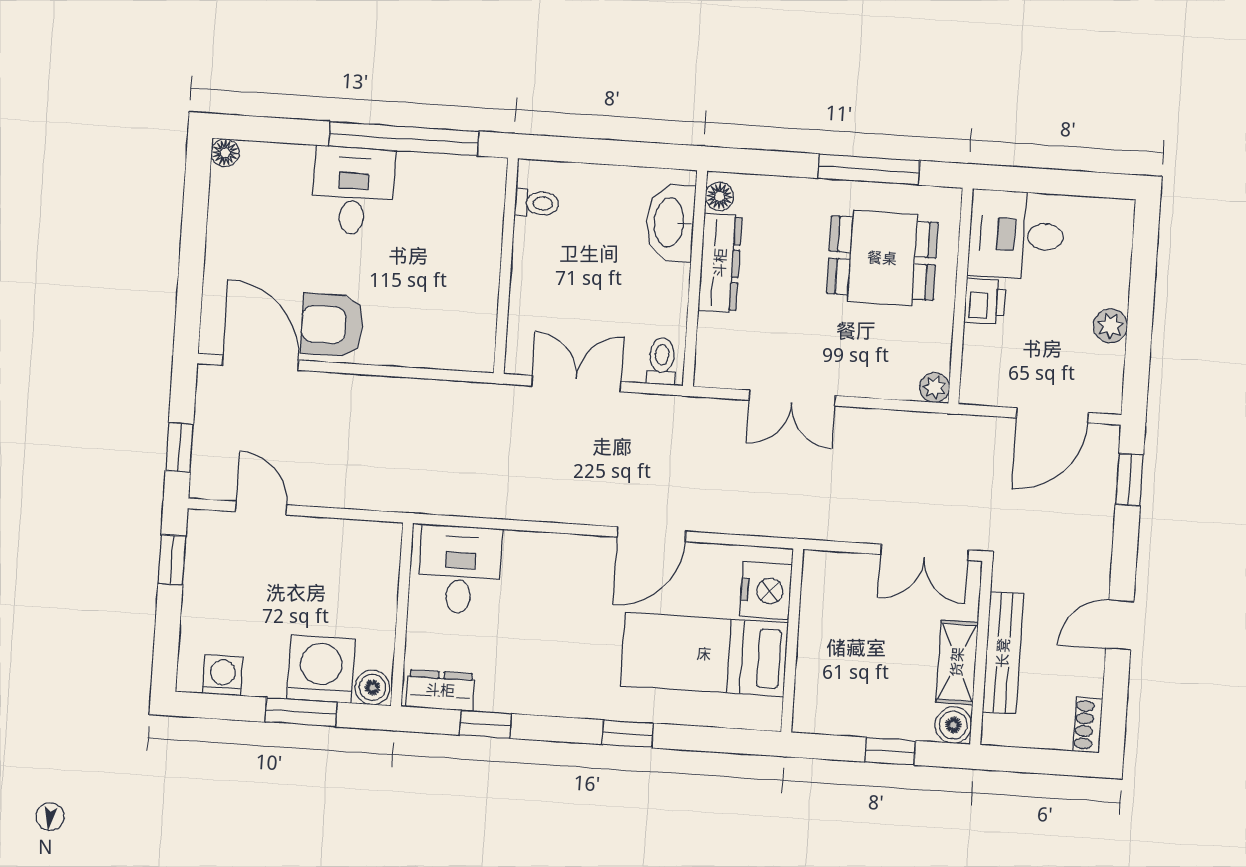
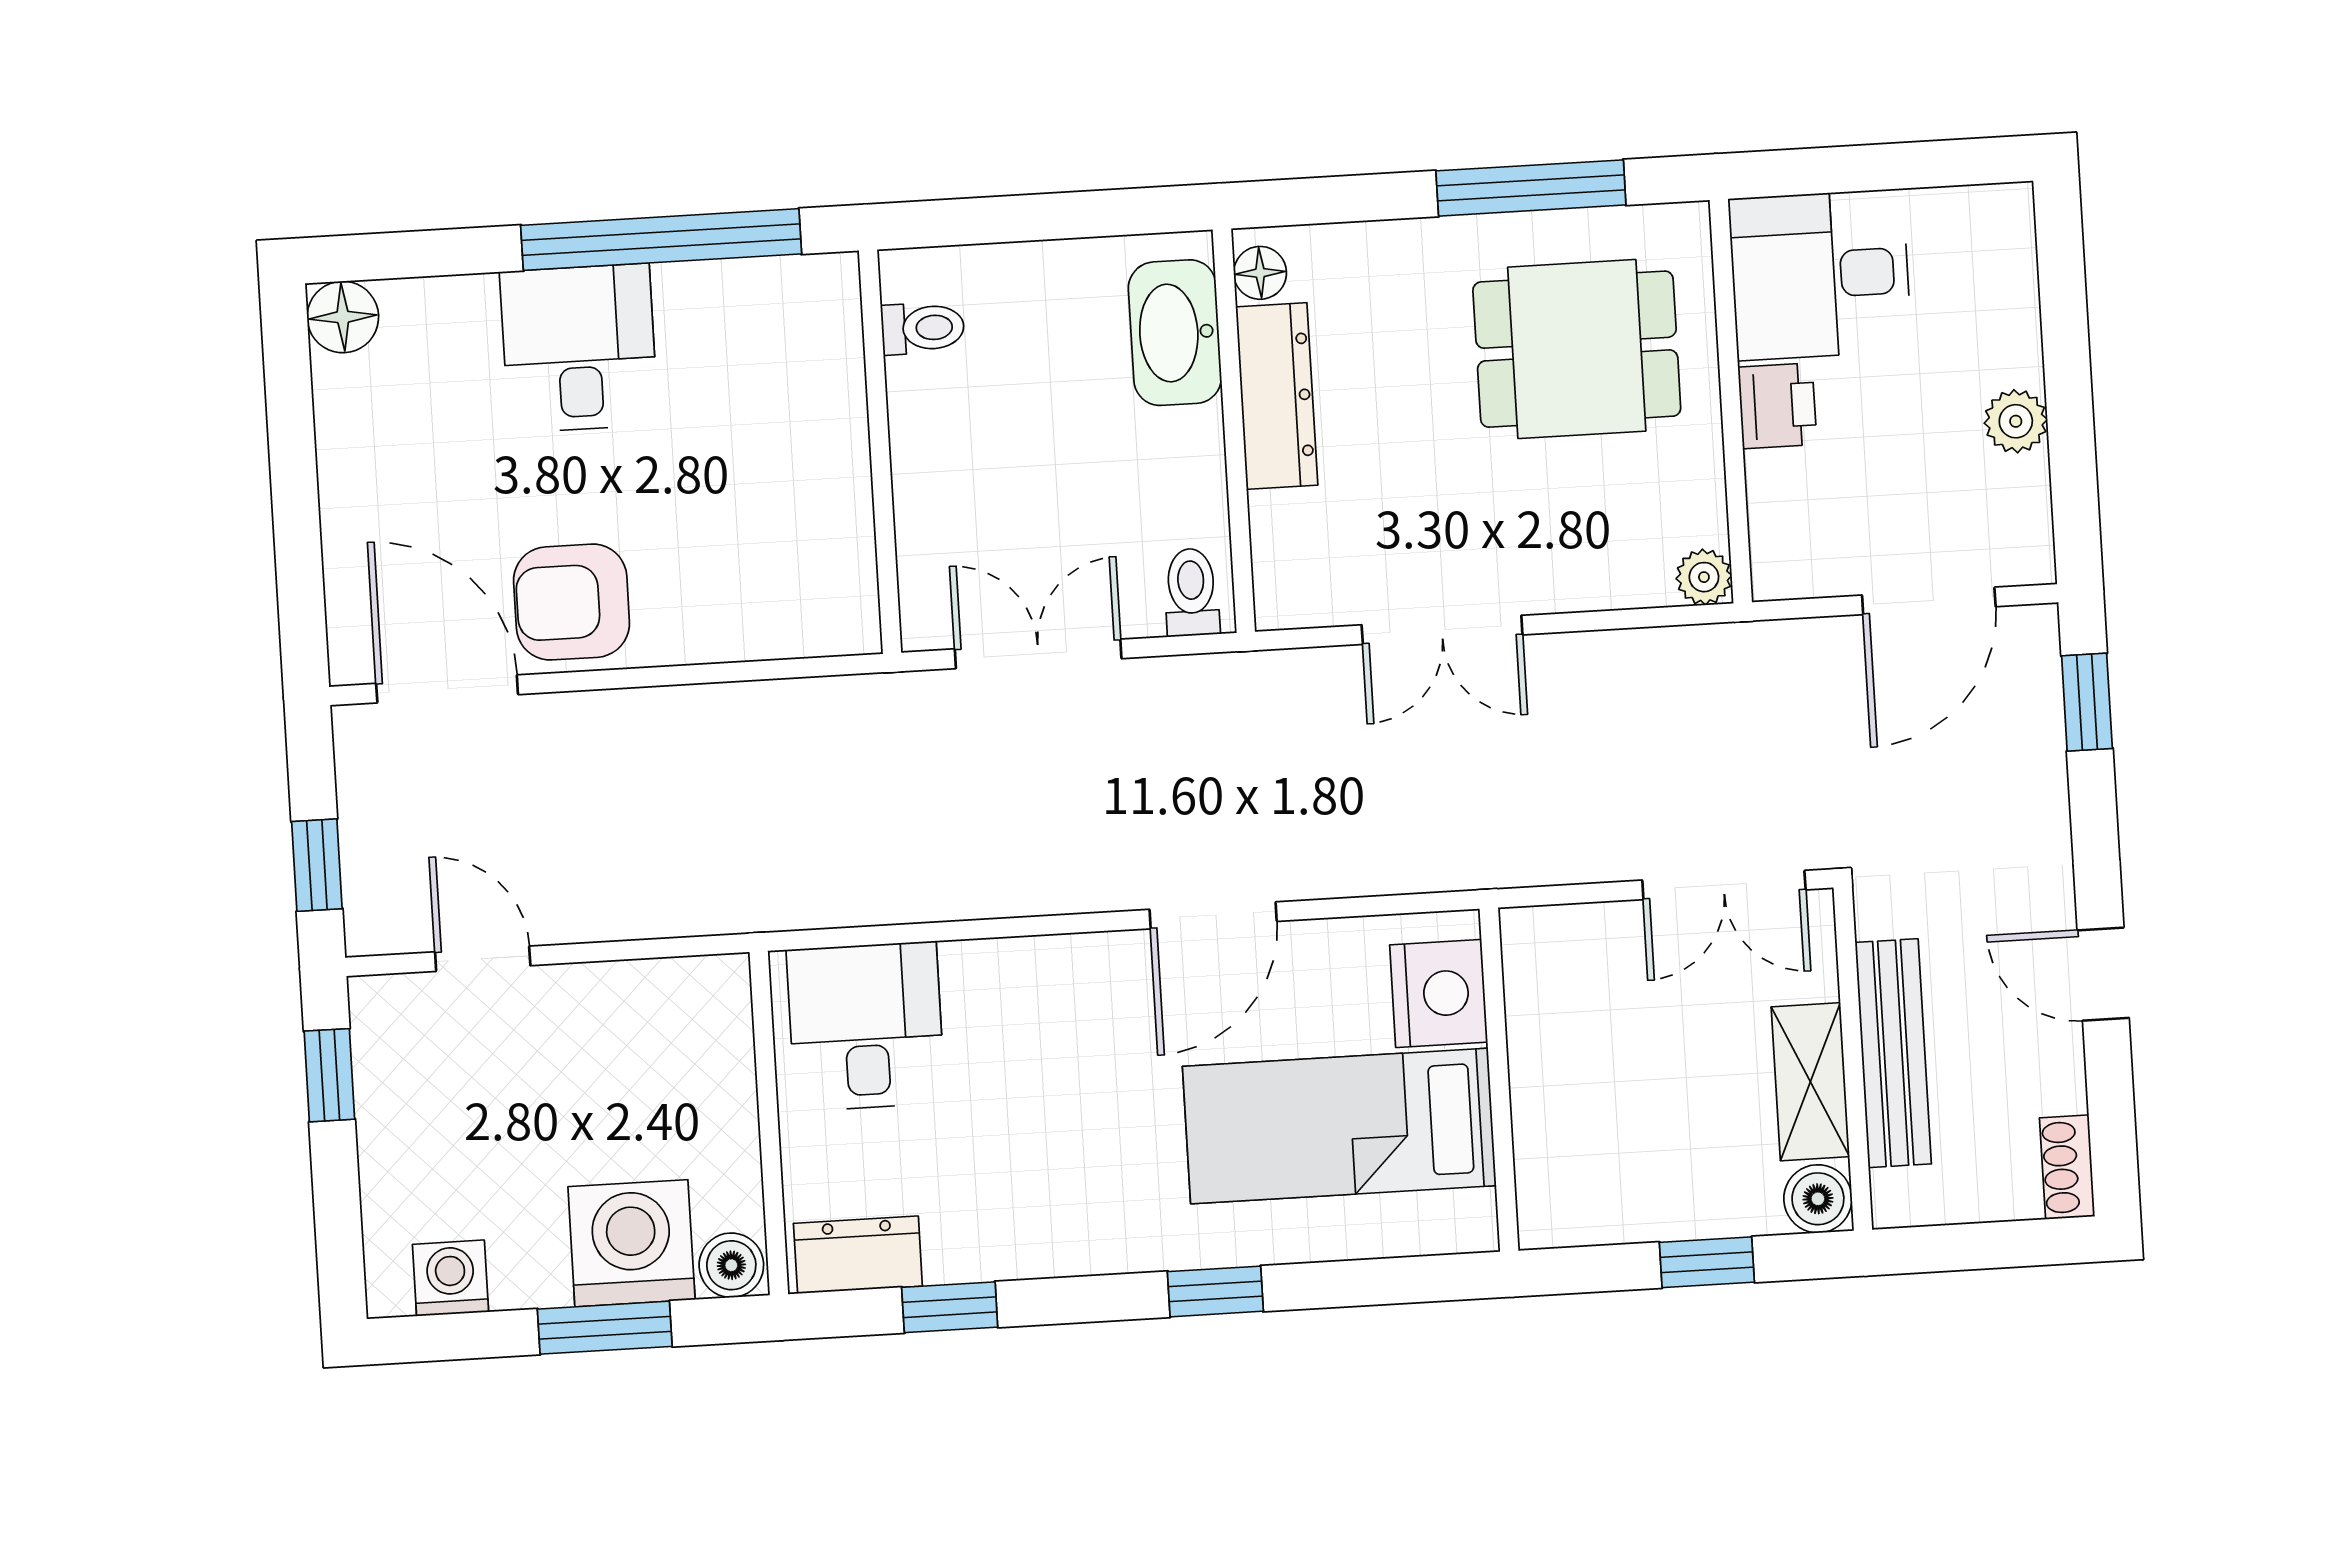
floor lamp: (225, 153) -> (343, 317), width x1.37, depth x1.37
door: (1120, 625) -> (2103, 974), hinge flipped

